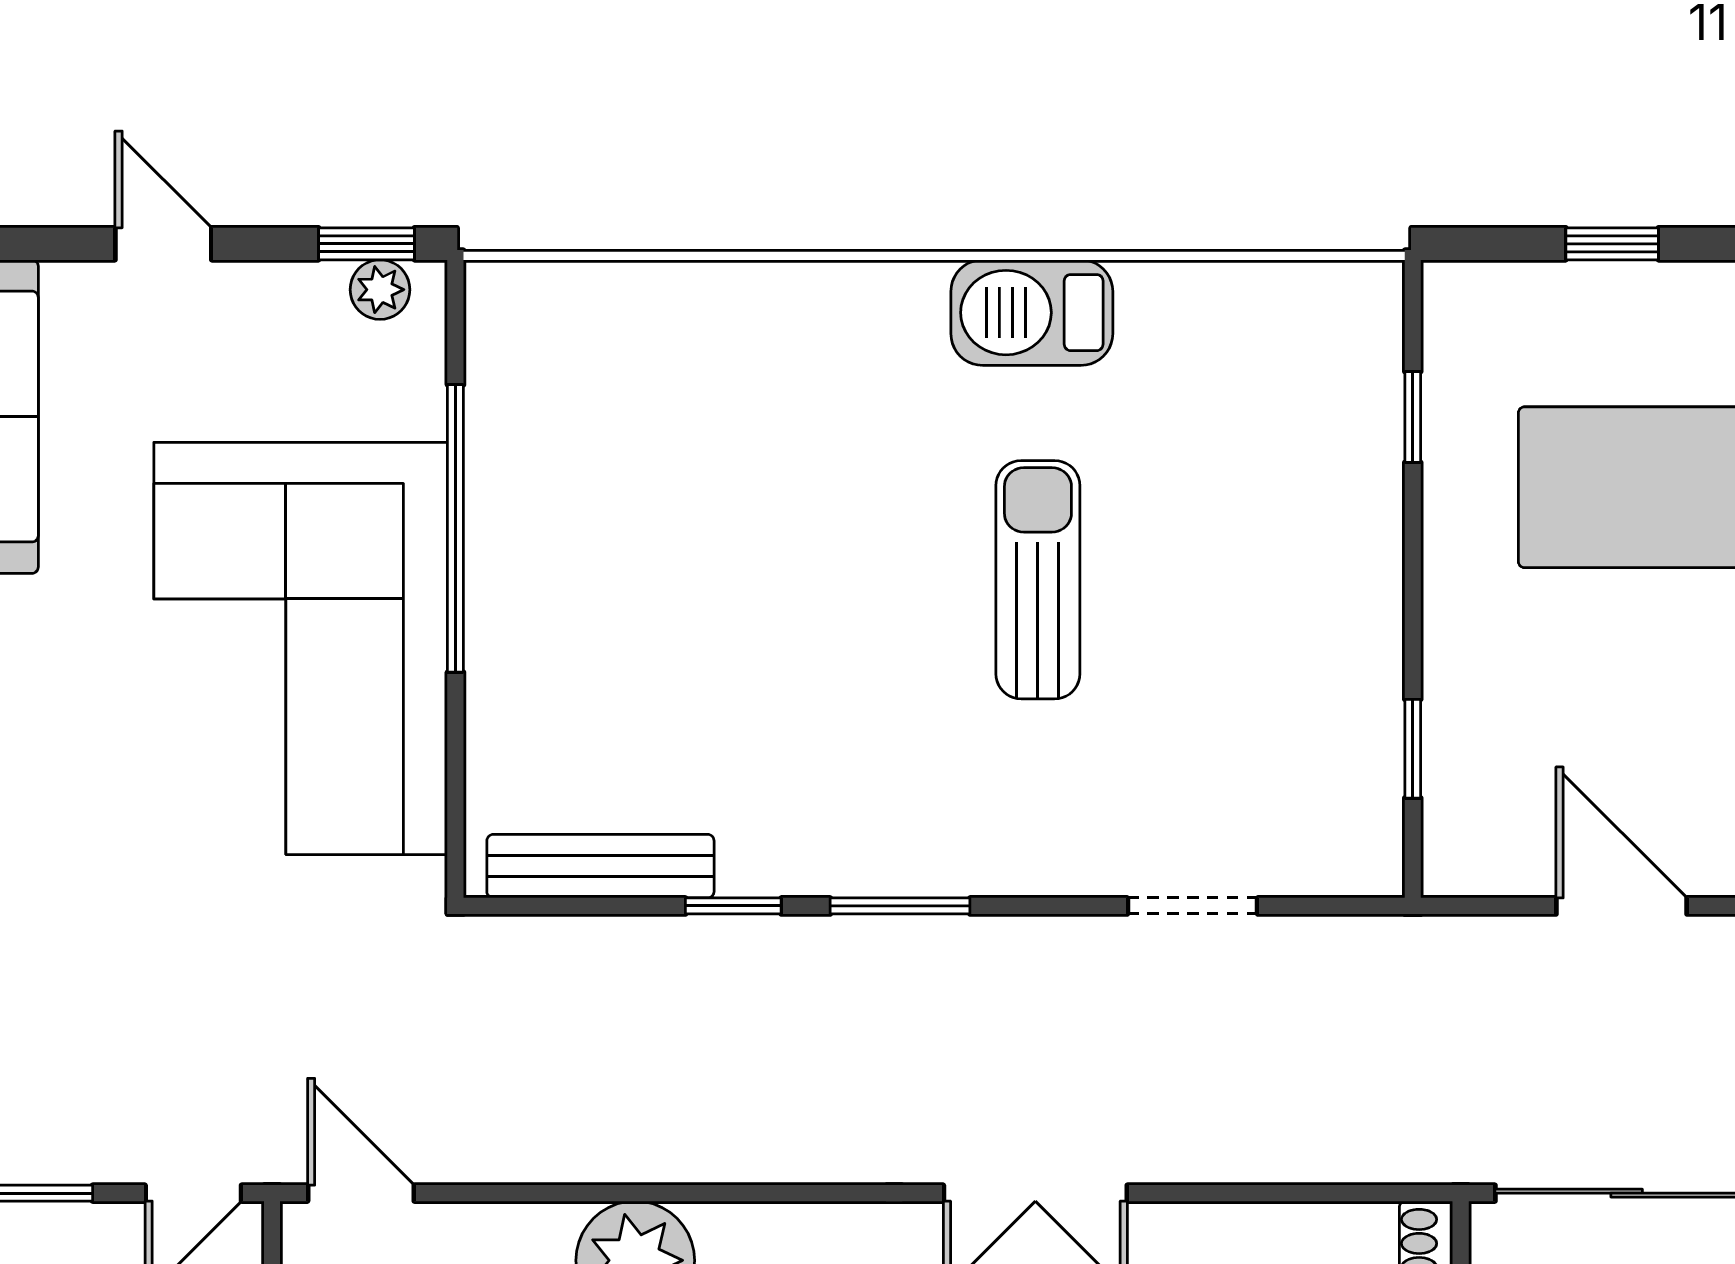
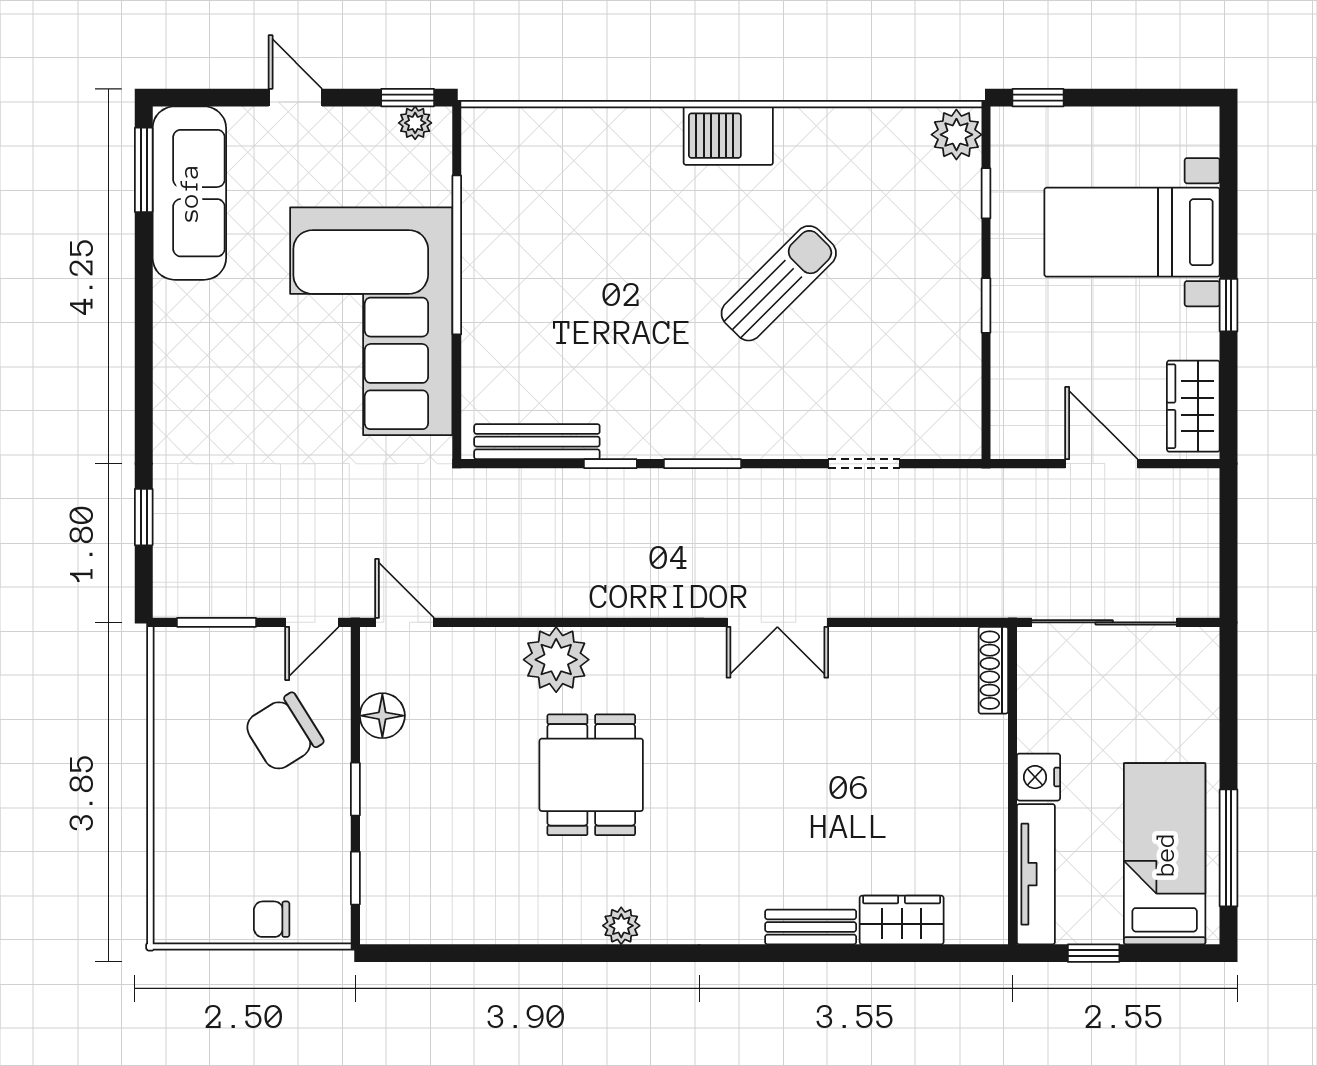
window: (1612, 244) -> (1038, 98), moved
plant: (1359, 311) -> (956, 135), added
barbecue: (1032, 313) -> (728, 136), moved
sun lounger: (1038, 580) -> (779, 283), turned 45
window: (1413, 749) -> (986, 306), moved

